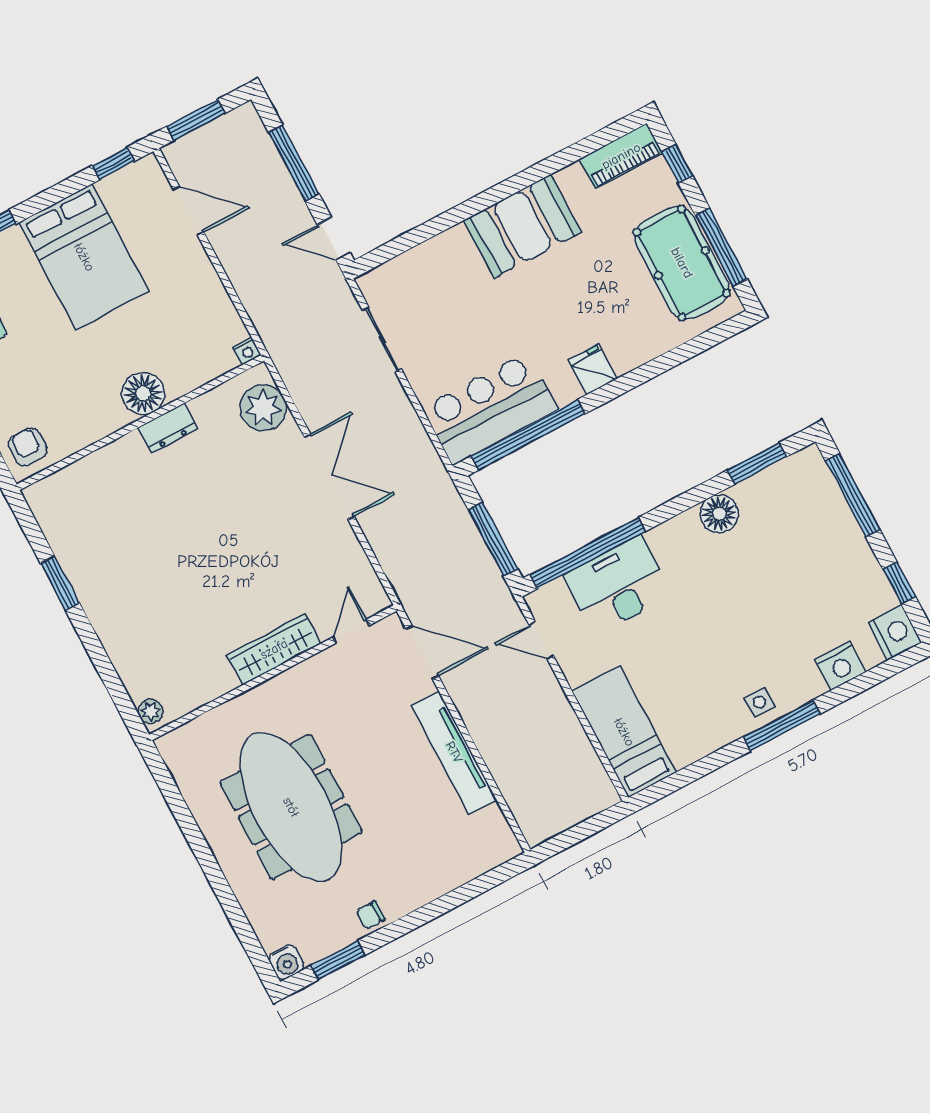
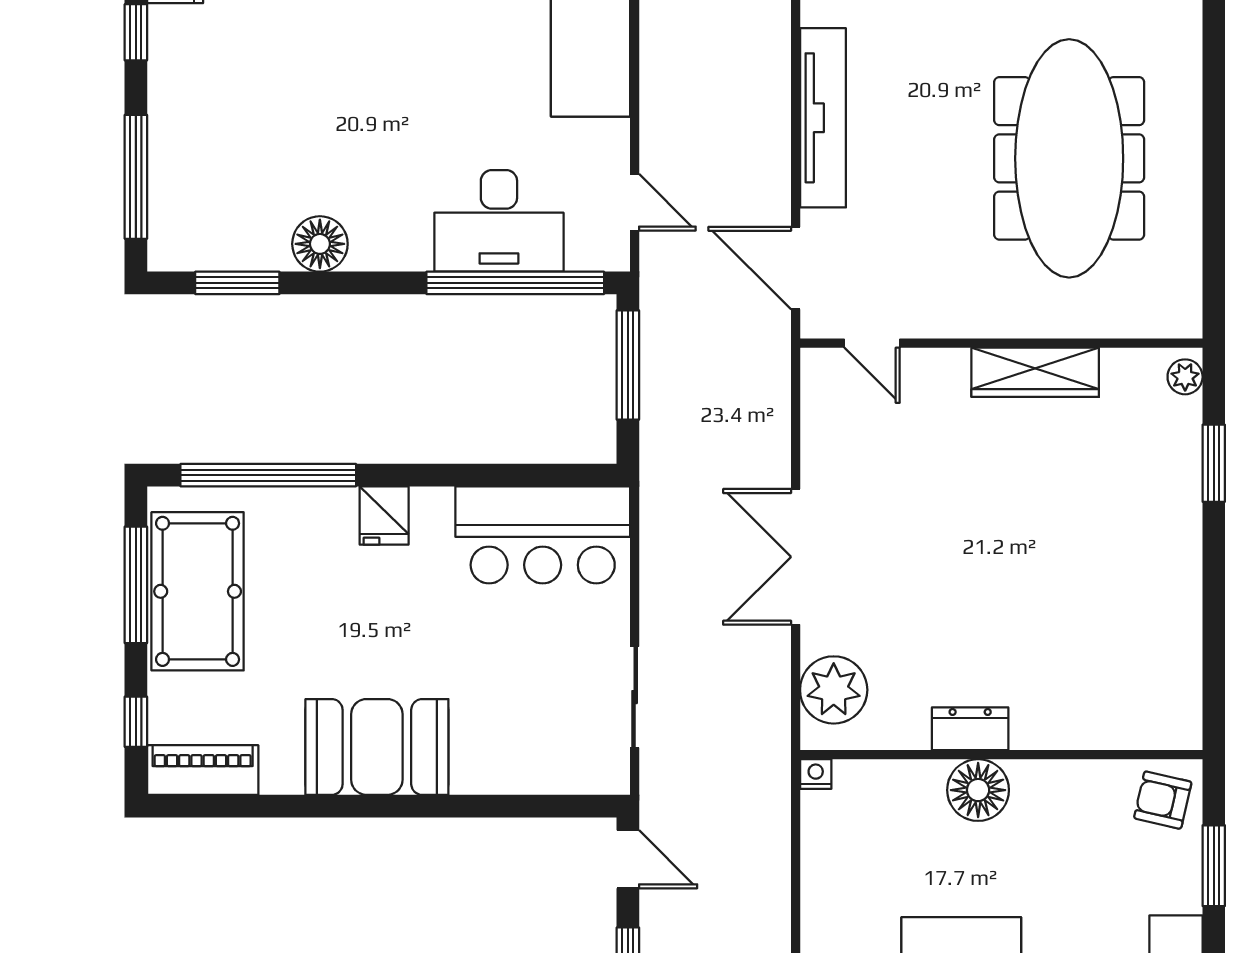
window: (528, 435) -> (268, 475), moved
armchair: (28, 447) -> (1163, 800), turned 103
window: (60, 583) -> (1214, 463), moved
door: (351, 631) -> (872, 343), hinge flipped
wardrobe: (274, 649) -> (1035, 372), moved

